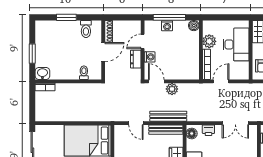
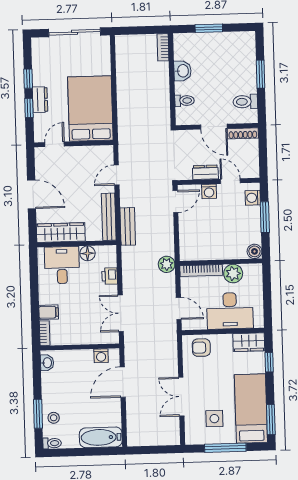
window: (169, 17) -> (265, 217), width x0.69
washing machine: (167, 26) -> (253, 198), moved
washbasin: (42, 73) -> (182, 71), moved
door: (221, 81) -> (179, 309), moved
plant: (172, 89) -> (167, 264), moved
bench: (168, 116) -> (128, 226), width x0.73
floor lamp: (192, 133) -> (88, 253), moved

